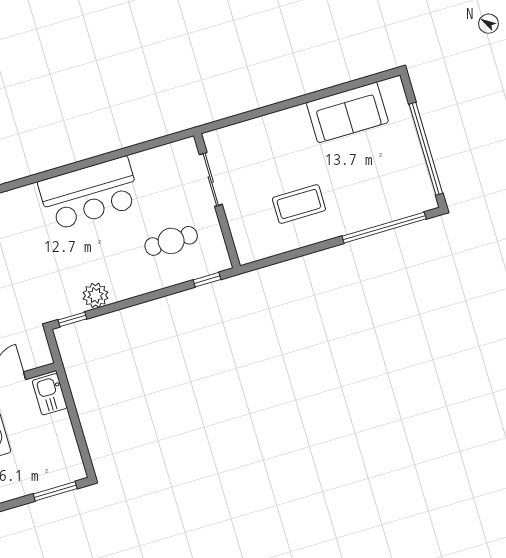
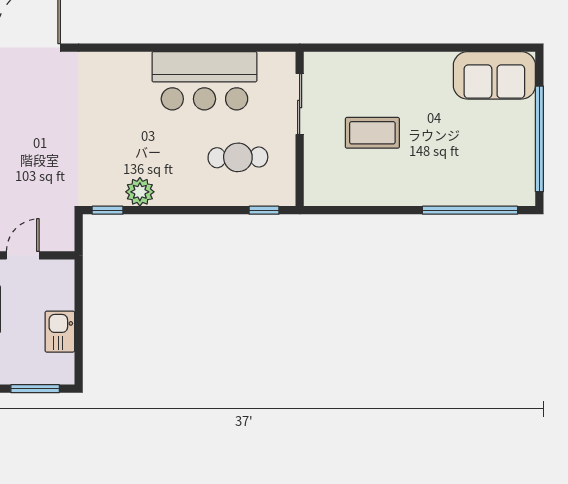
sofa: (347, 112) -> (494, 75), moved
bar counter: (89, 193) -> (204, 81), moved
coffee table: (299, 204) -> (372, 133), moved
kitchen sink: (50, 394) -> (60, 332), moved

